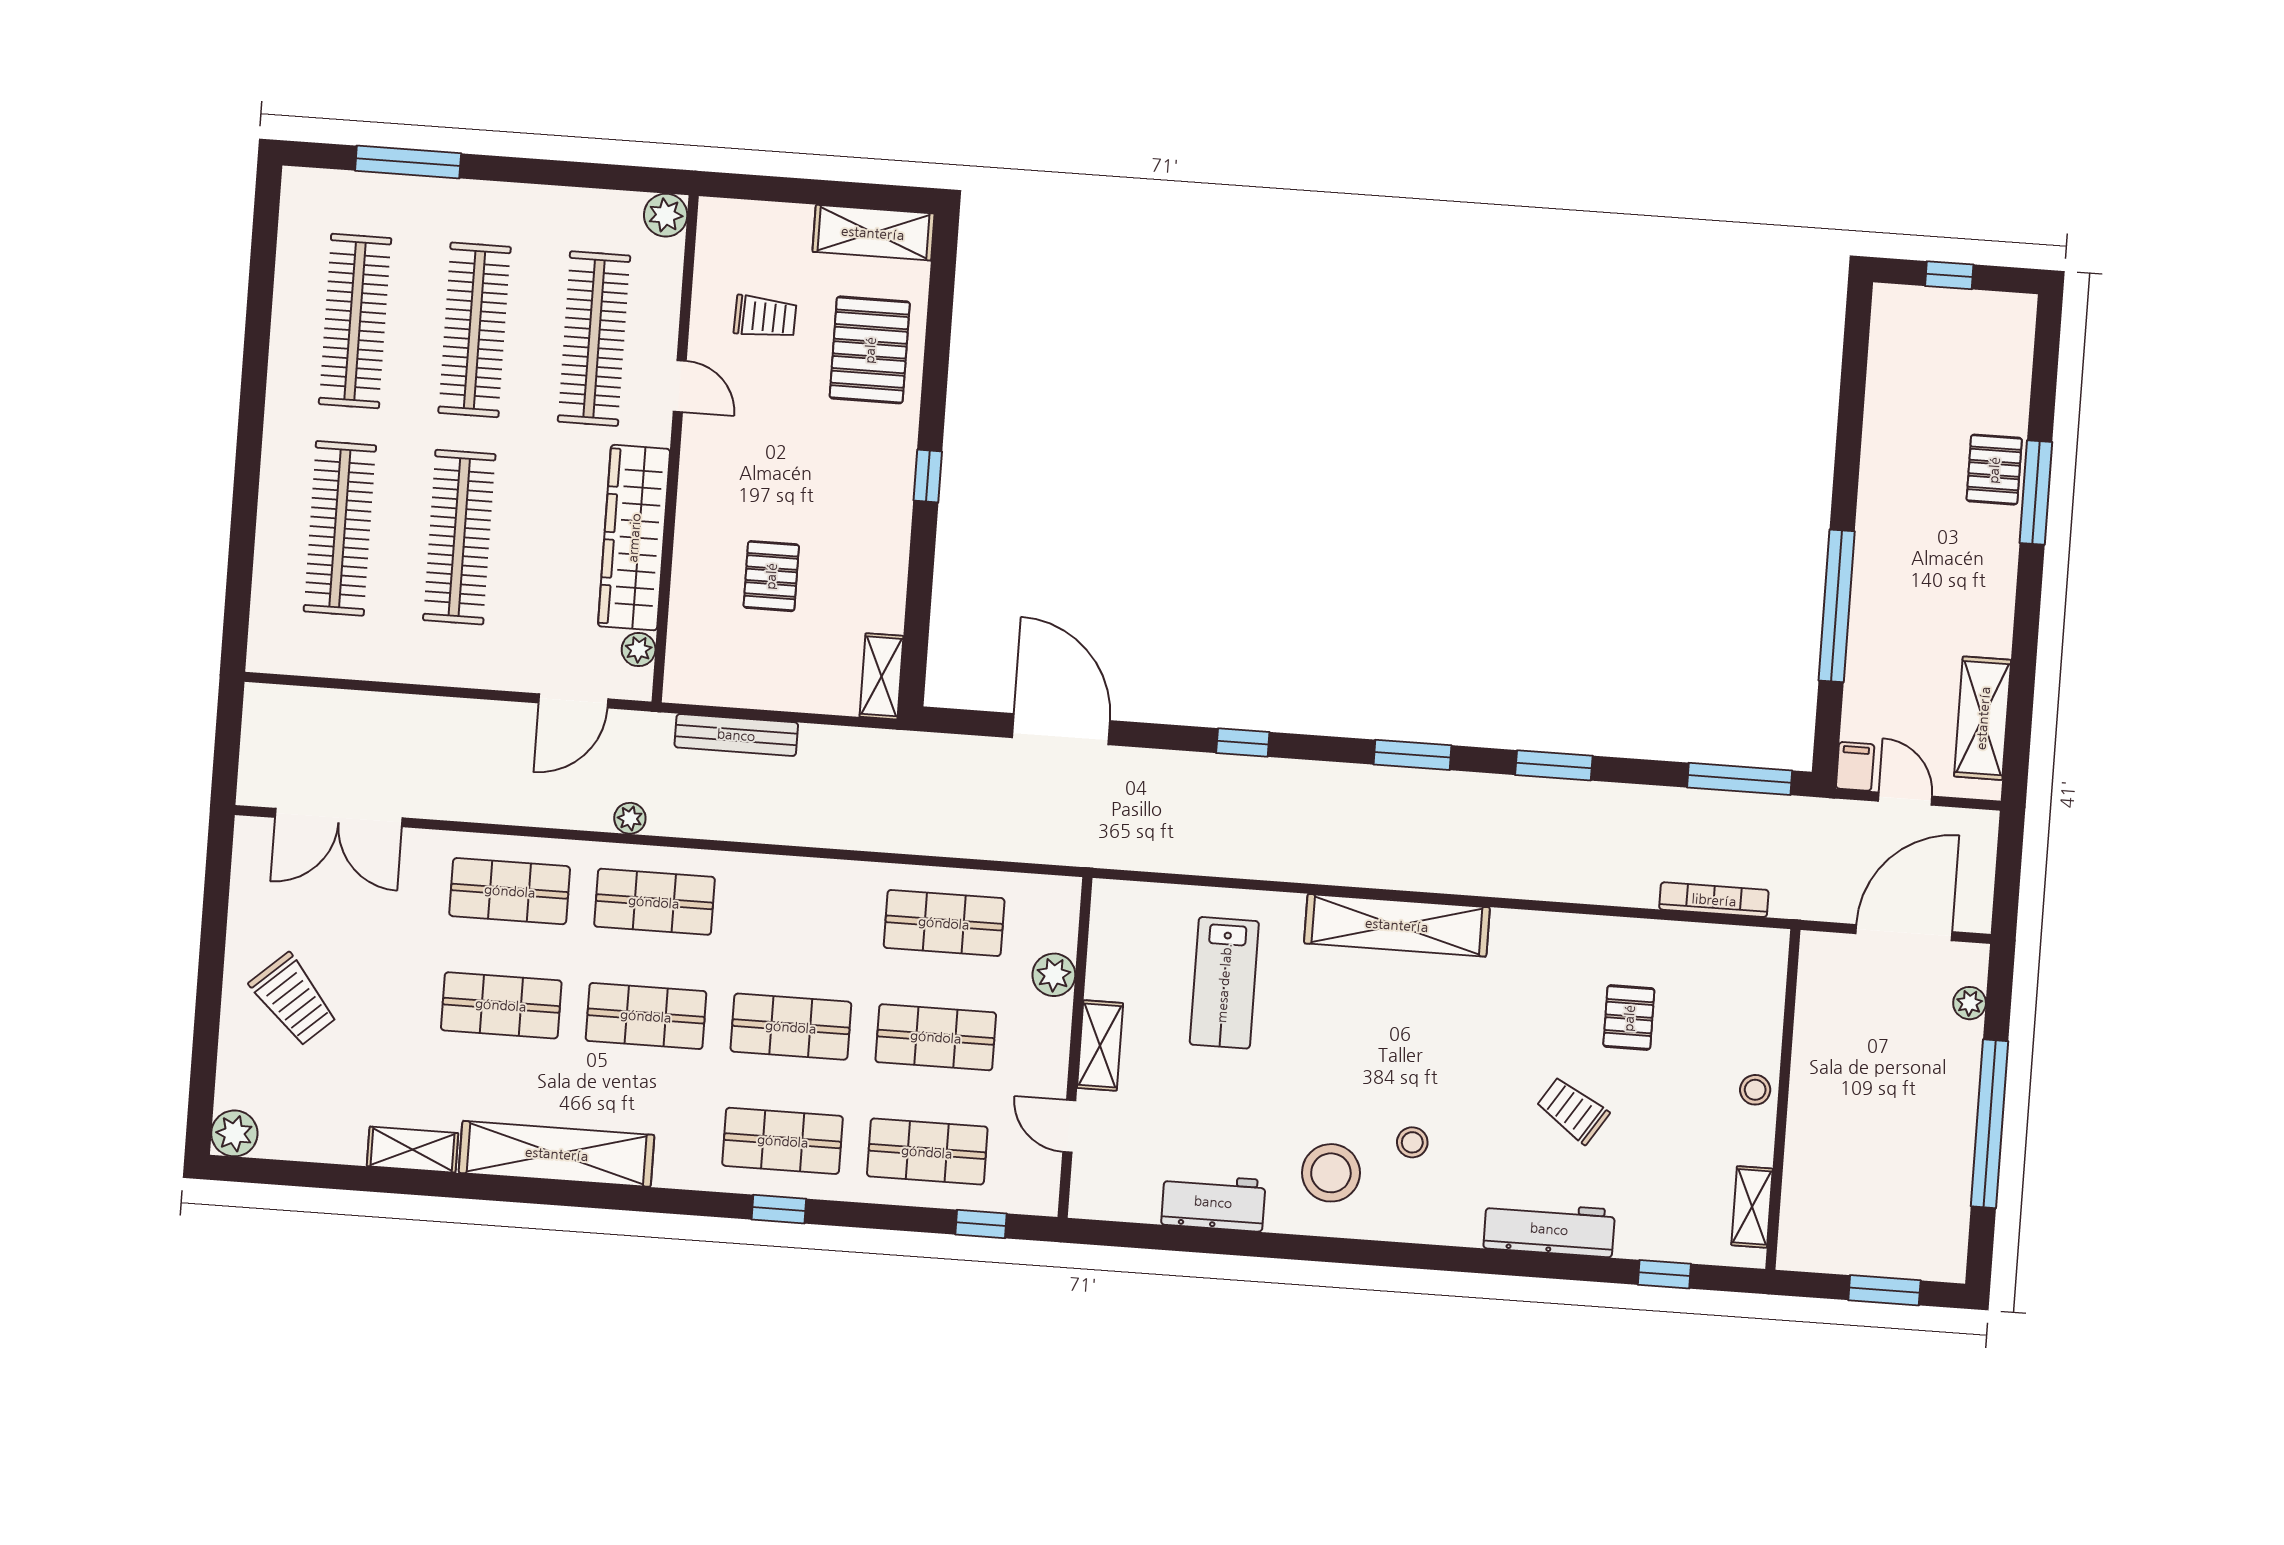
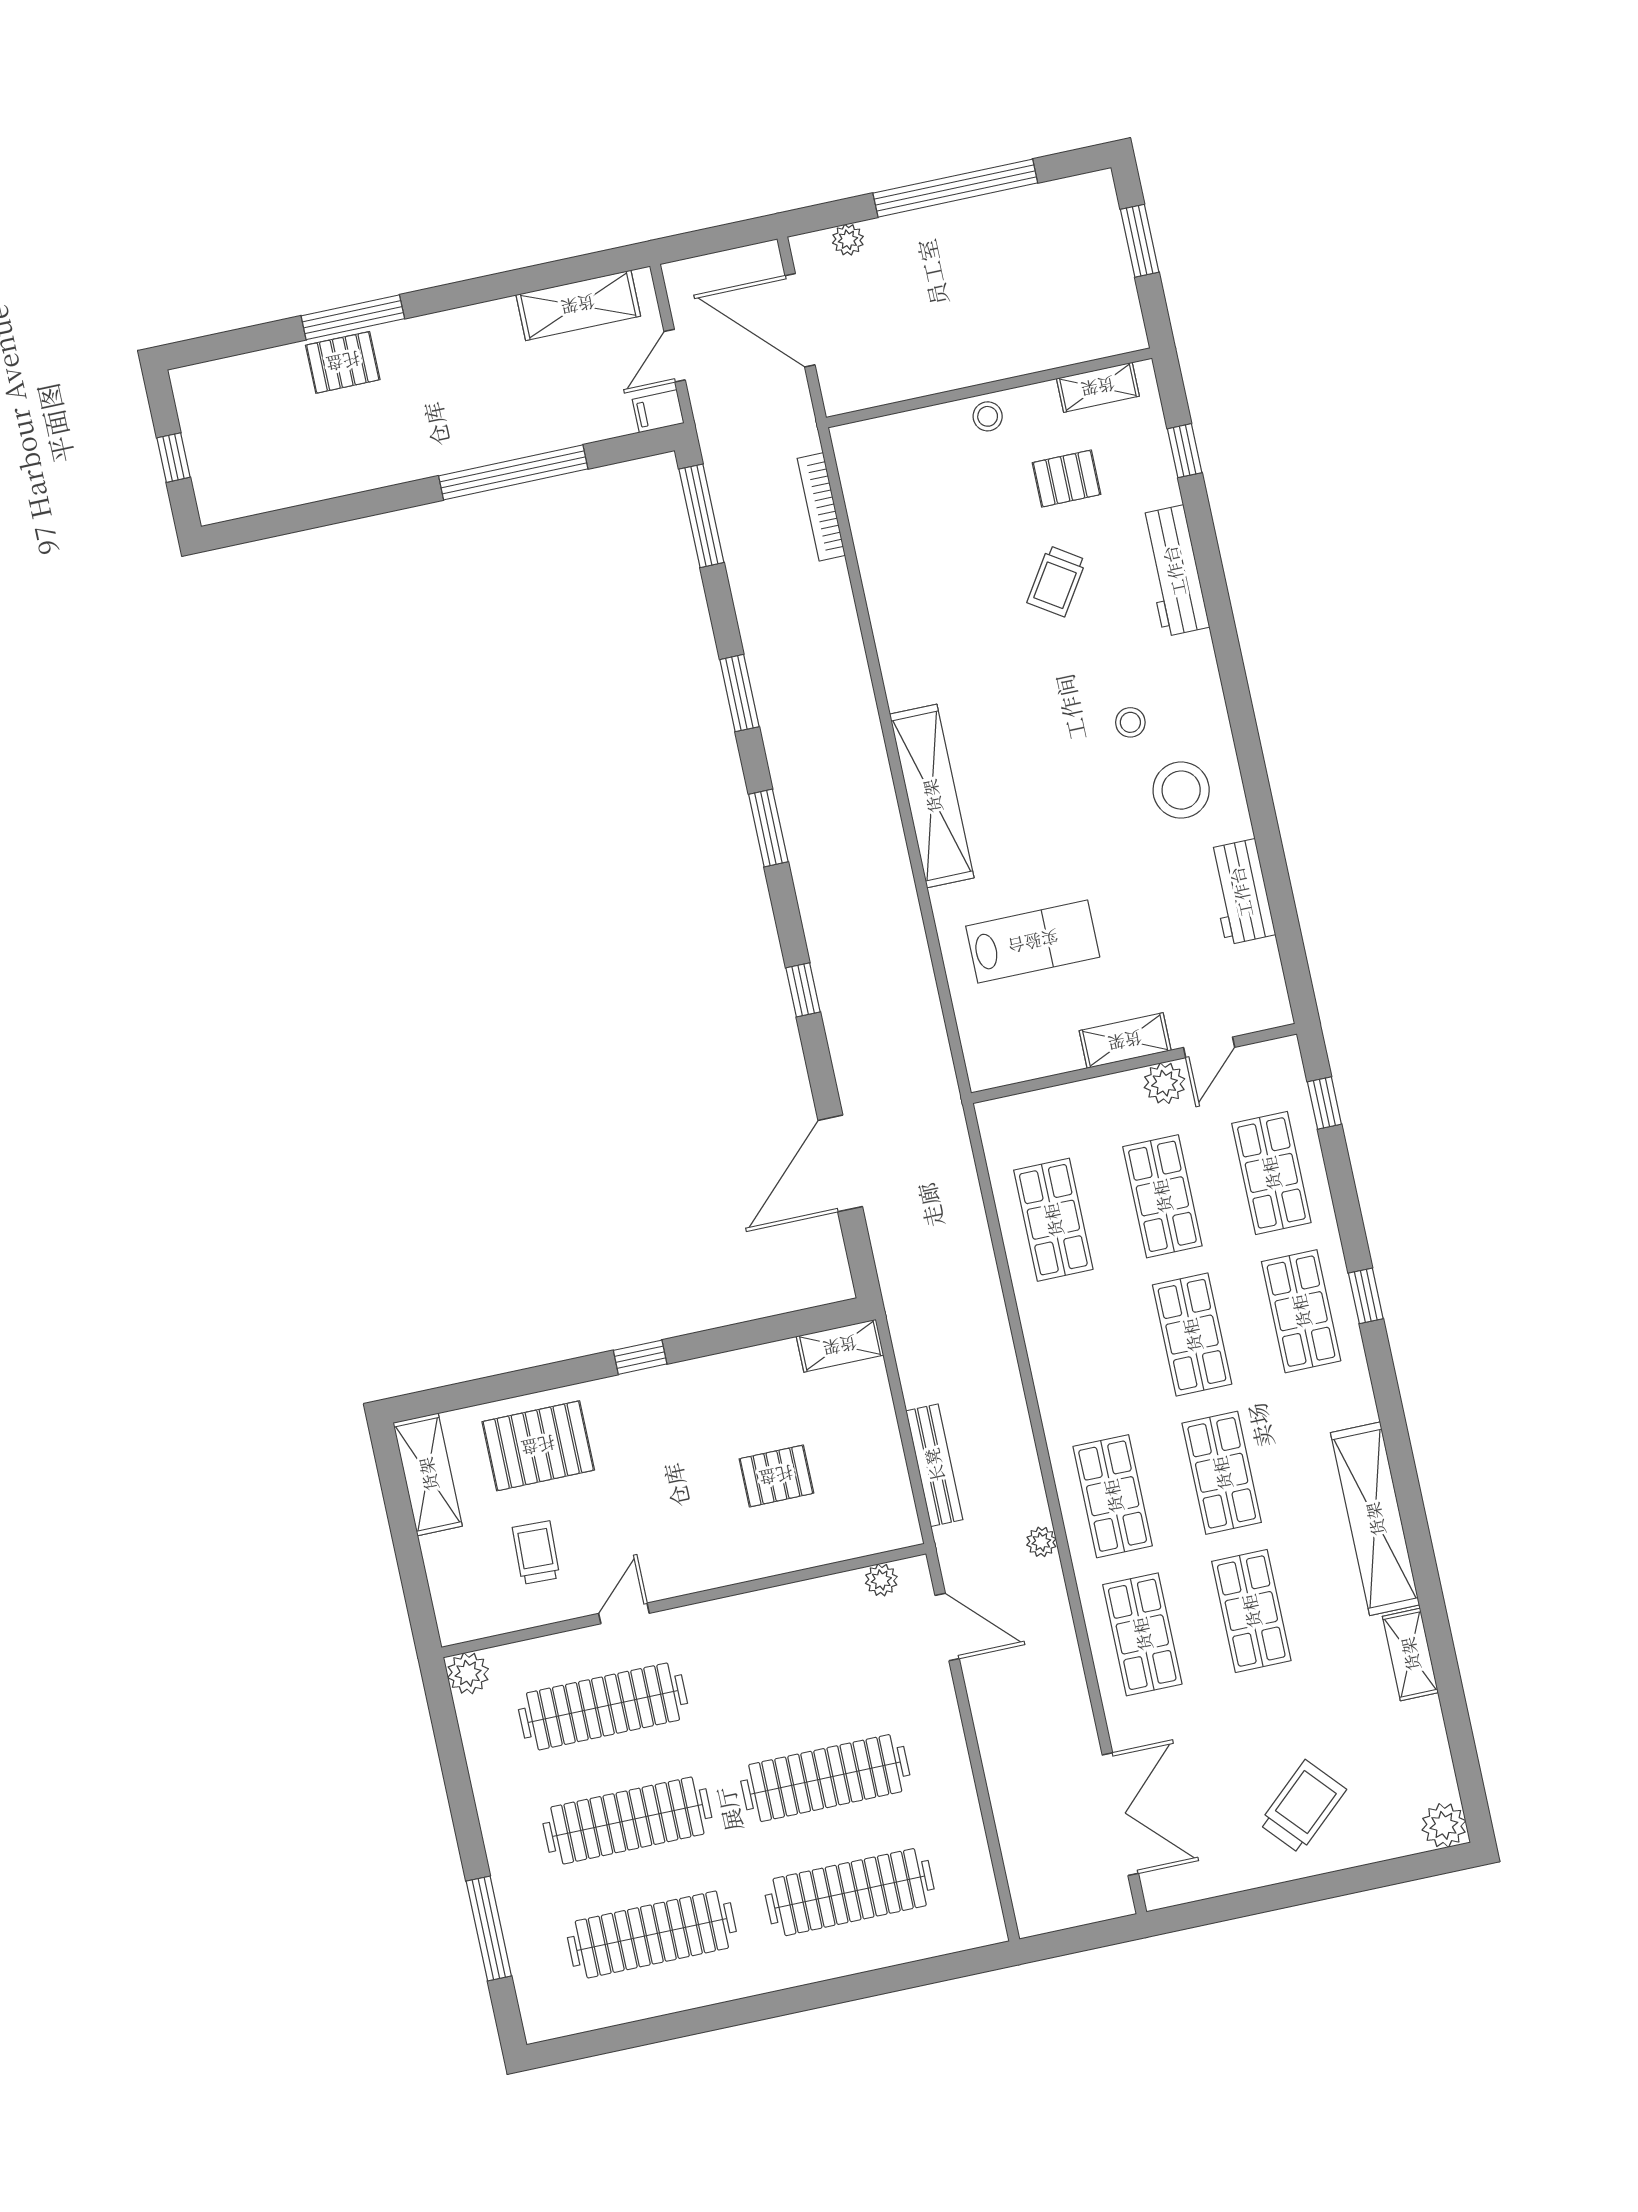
wardrobe: (634, 538) -> (778, 1615), removed
plant: (1054, 975) -> (1164, 1083), moved
pallet: (1629, 1018) -> (1066, 479), moved

